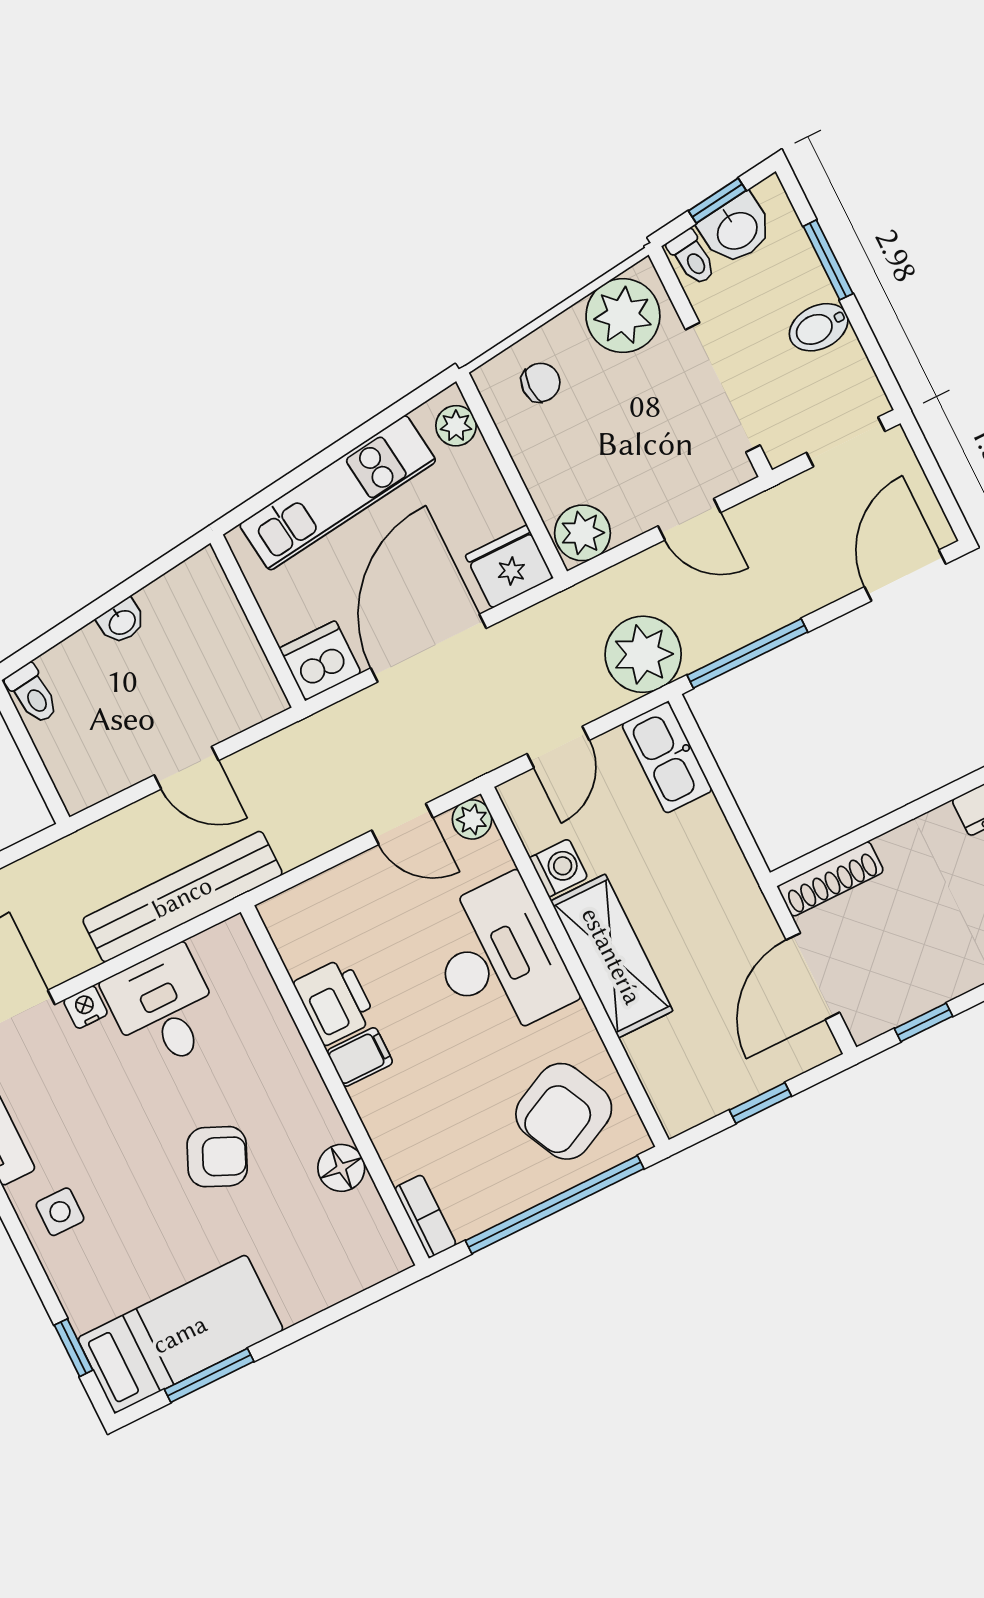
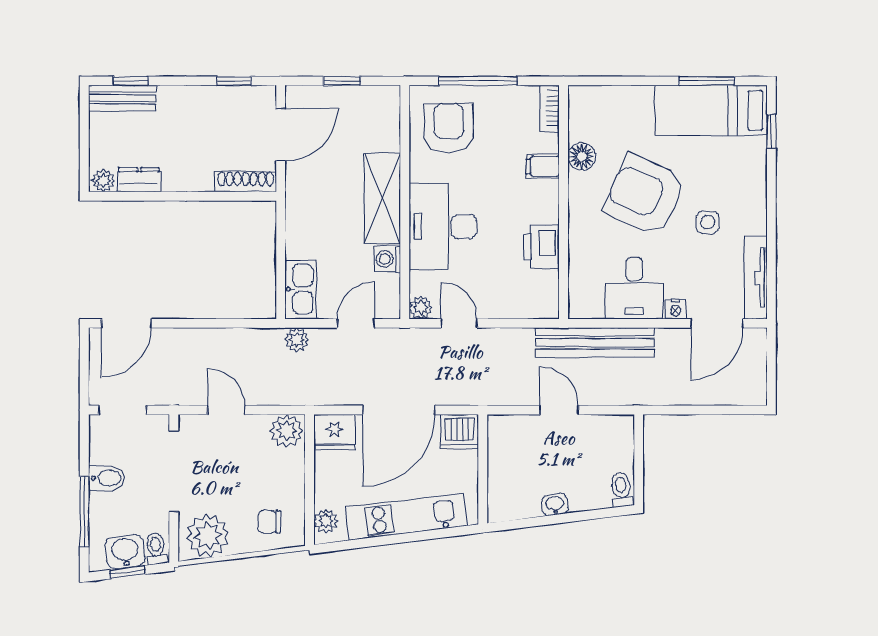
window: (828, 260) -> (84, 511), width x1.44
window: (747, 653) -> (231, 323), removed
plant: (643, 654) -> (297, 340), width x0.53, depth x0.53
filing cabinet: (360, 1057) -> (543, 166), moved
armchair: (564, 1111) -> (449, 128), turned -64
armchair: (217, 1157) -> (645, 195), width x1.88, depth x1.88
window: (555, 1205) -> (478, 81), width x0.68
side table: (60, 1212) -> (708, 222), moved

